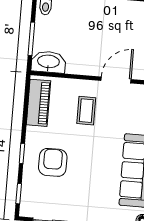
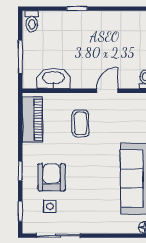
washbasin: (48, 62) -> (53, 78), moved
door: (116, 80) -> (107, 91), width x0.73
side table: (49, 191) -> (50, 206), added

